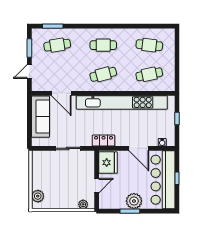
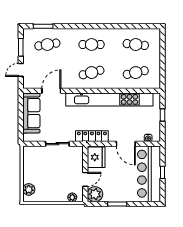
door: (61, 93) -> (51, 91), swing flipped
locker: (104, 141) -> (92, 136), width x1.53
plant: (134, 201) -> (95, 194), moved

